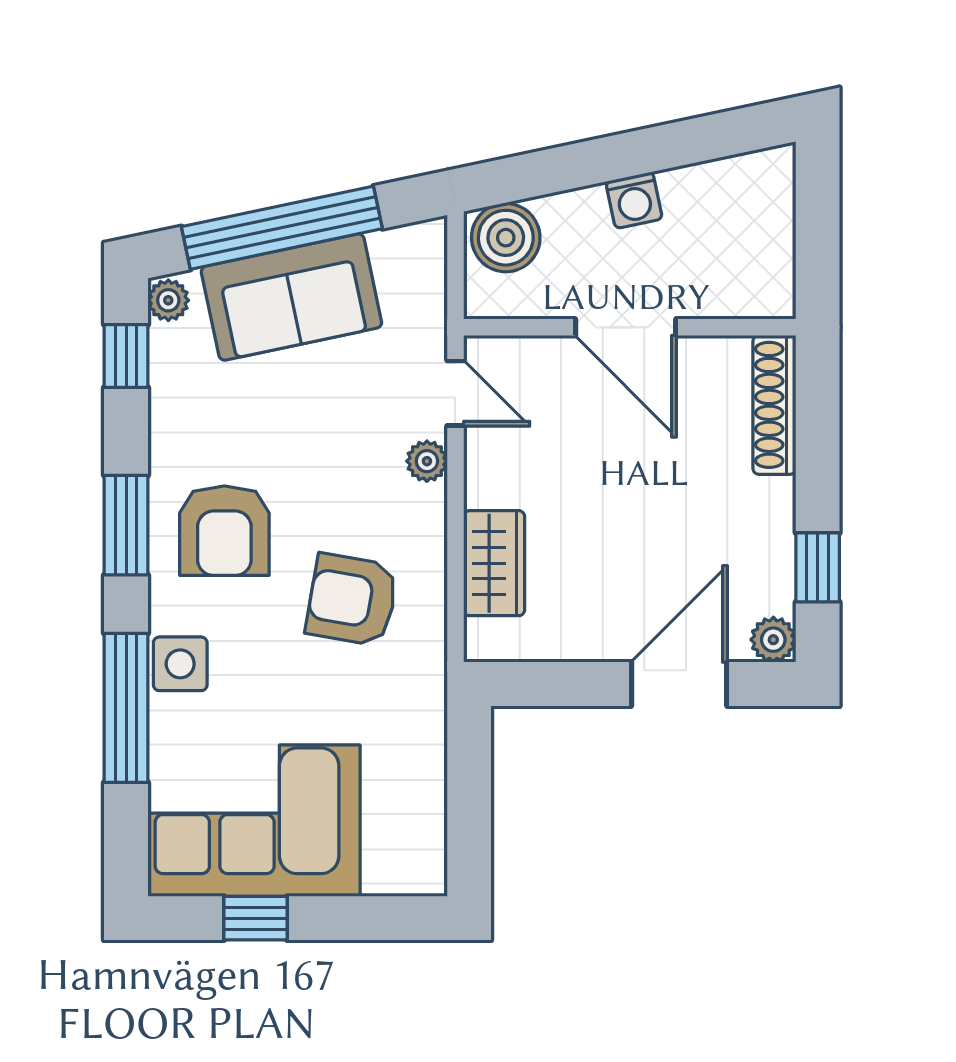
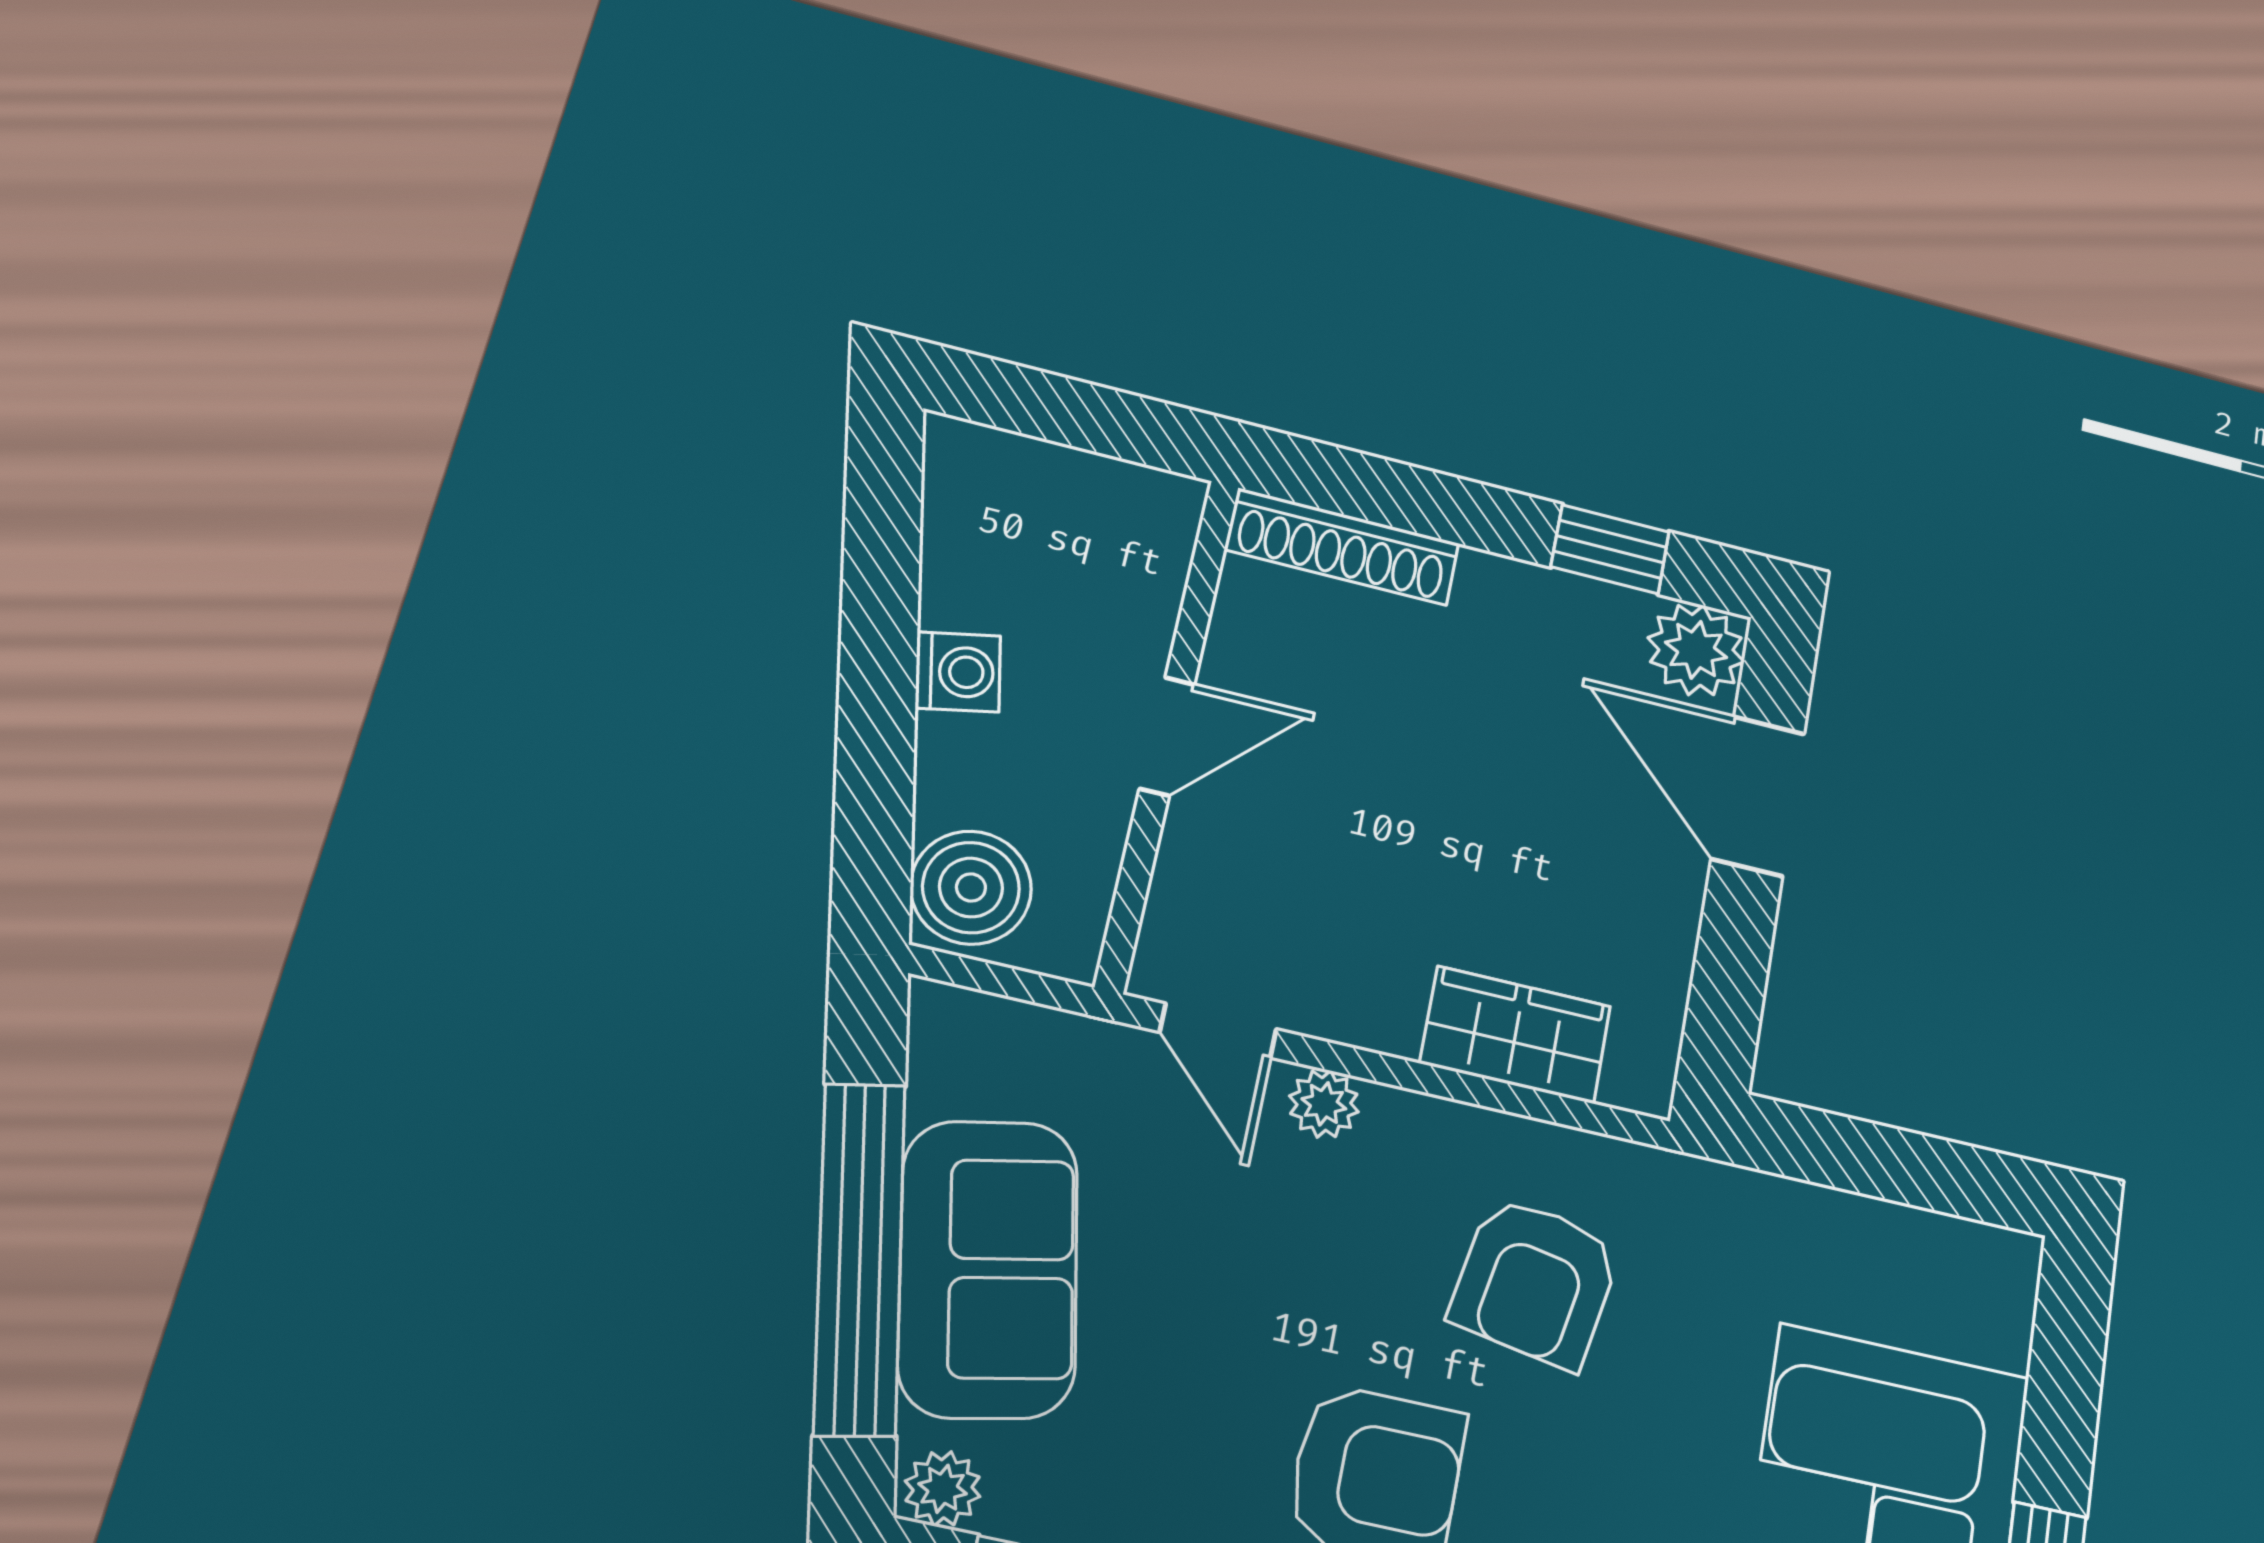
door: (626, 327) -> (1167, 736), width x0.73
door: (455, 393) -> (1218, 1031), swing flipped
plant: (773, 640) -> (1696, 650), width x1.38, depth x1.38

